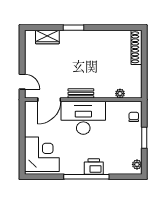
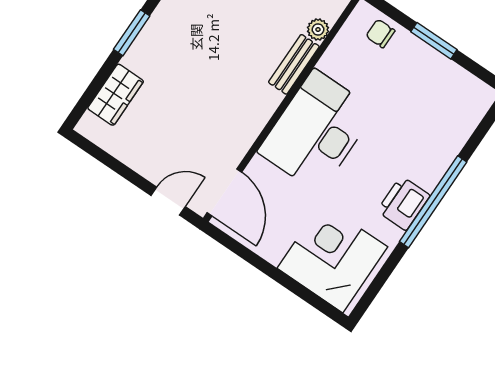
bench: (81, 93) -> (294, 64), moved
door: (49, 100) -> (224, 192), moved
plant: (137, 164) -> (475, 89), removed
printer: (94, 166) -> (403, 203), moved

